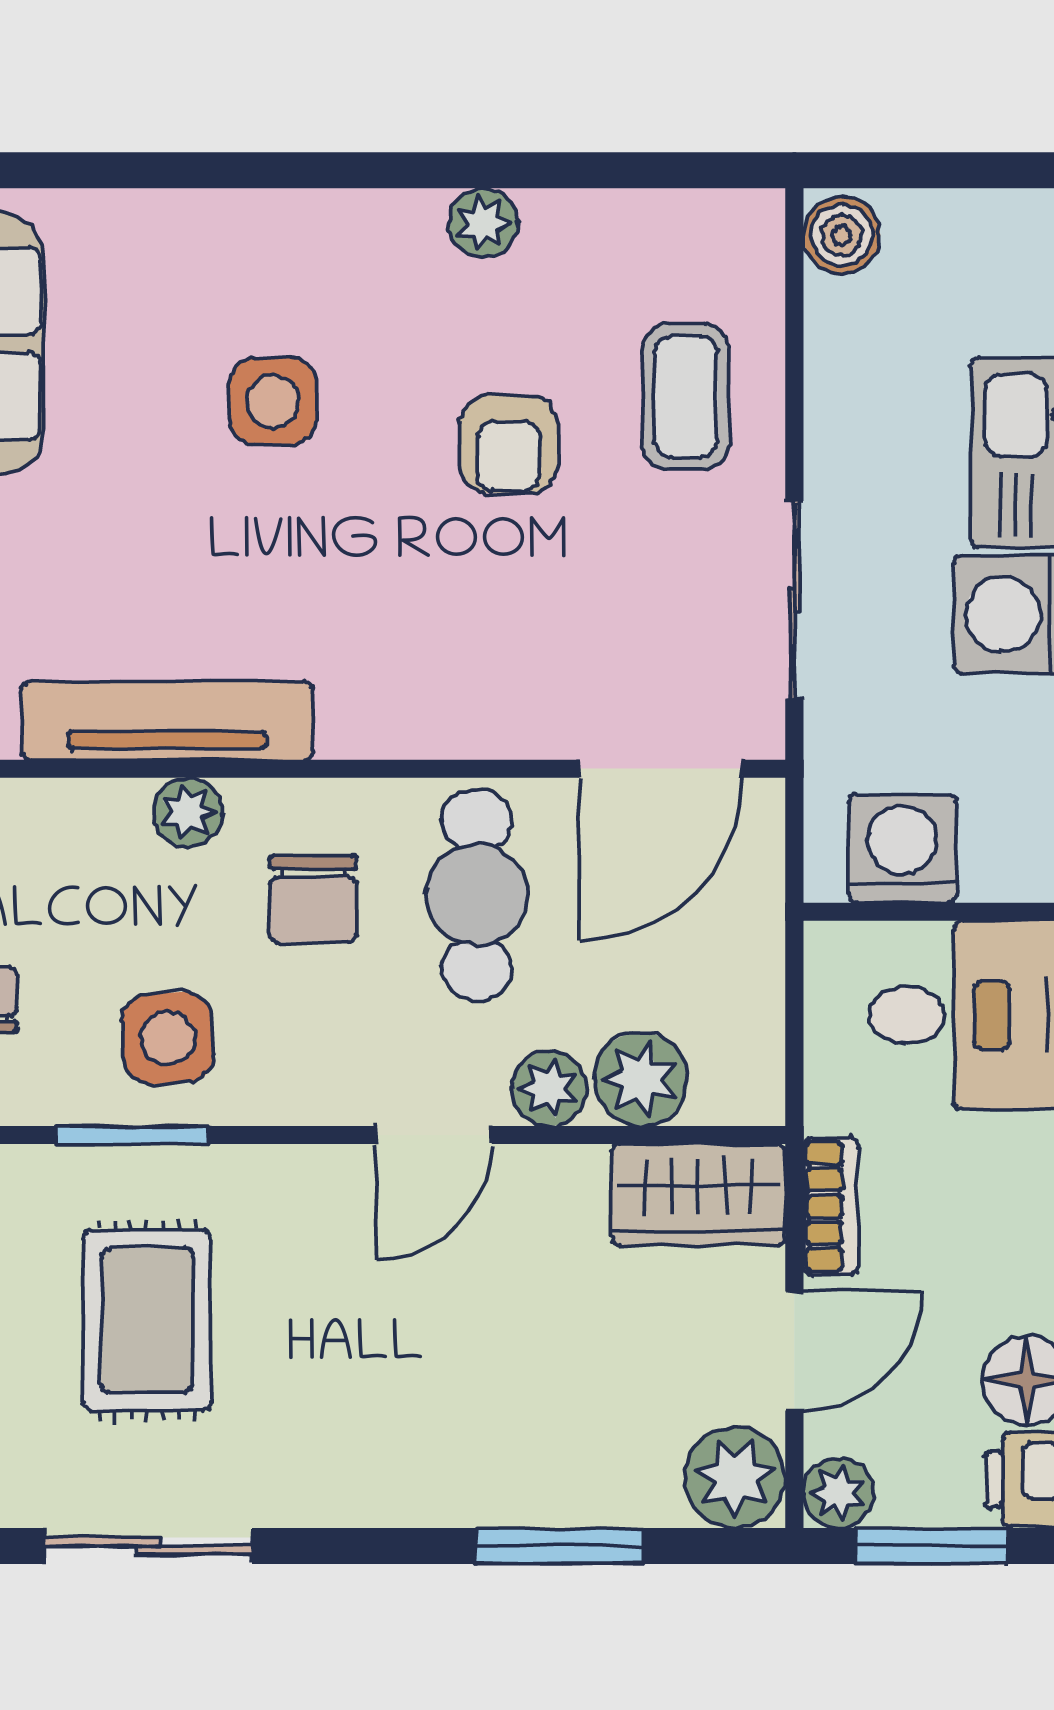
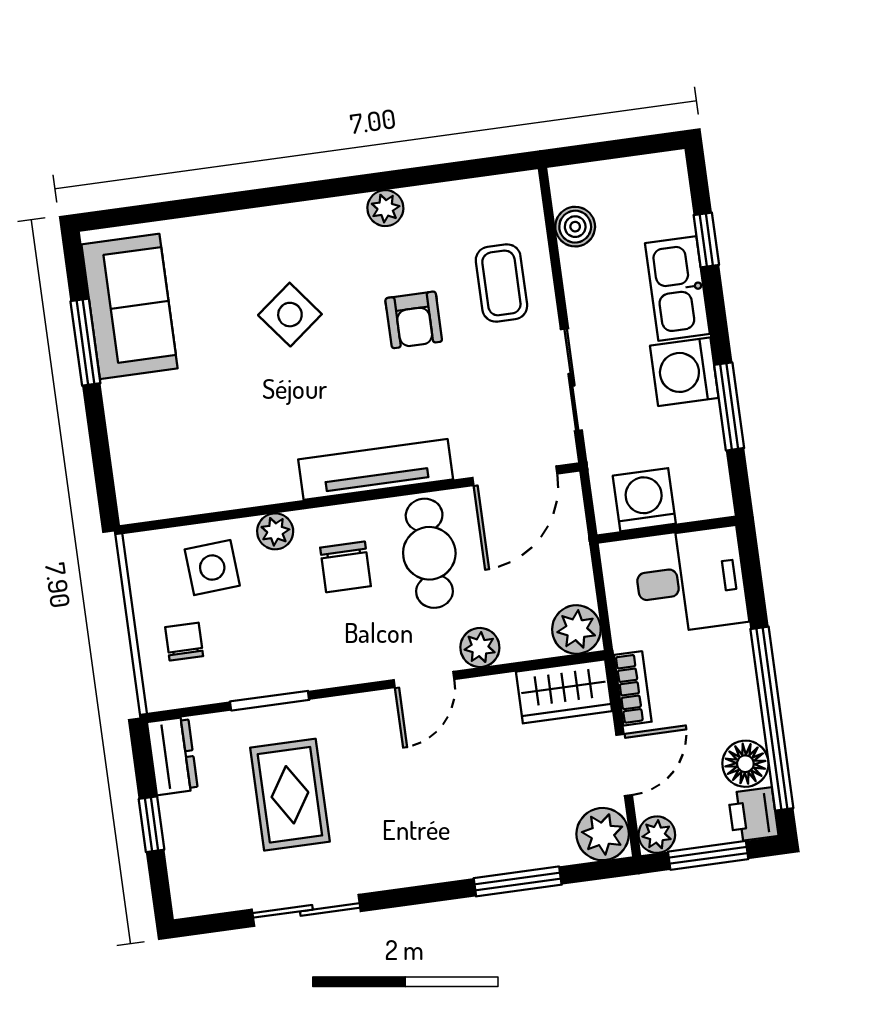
boiler: (842, 235) -> (575, 227), moved
side table: (273, 402) -> (290, 315), turned -38
tv unit: (167, 720) -> (376, 469), moved
side table: (168, 1038) -> (212, 568), moved
plant: (641, 1079) -> (576, 629), moved

